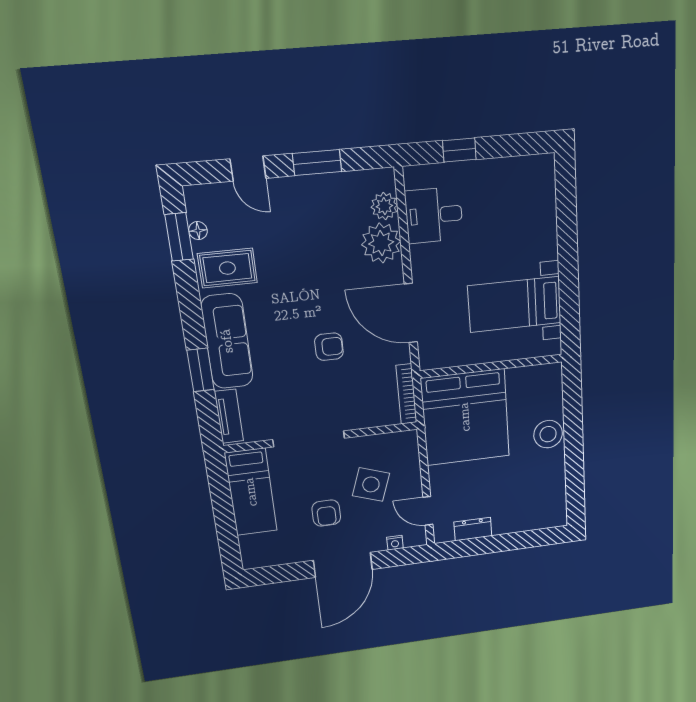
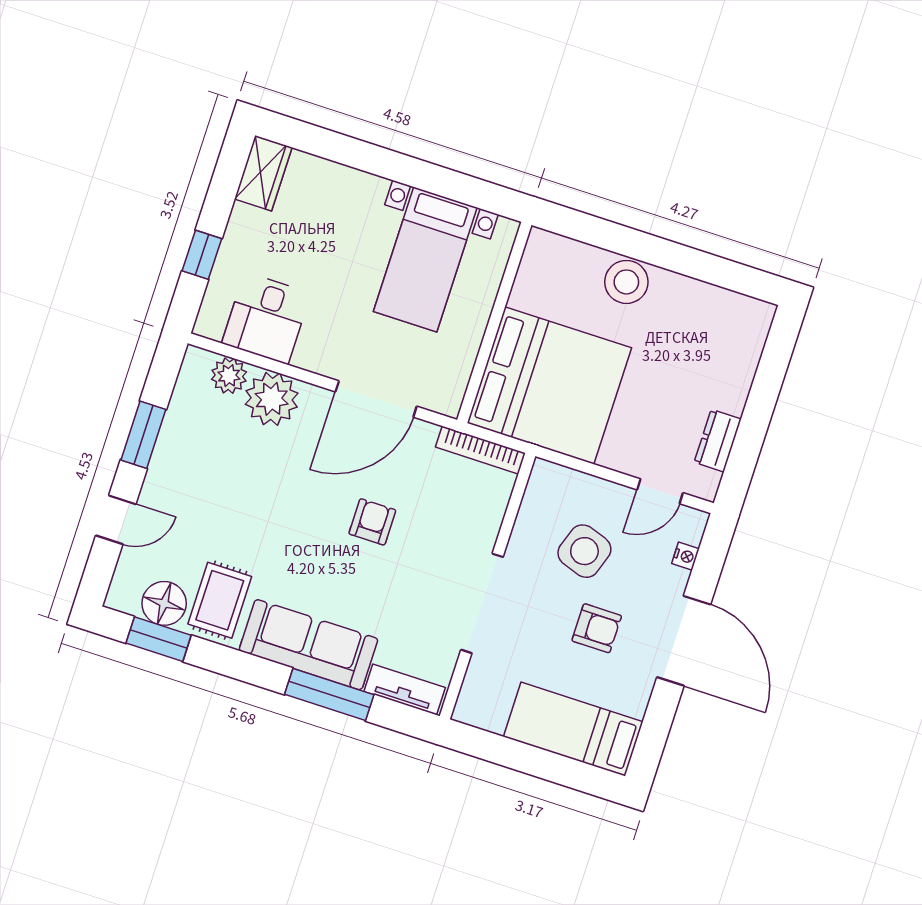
wardrobe: (531, 169) -> (263, 173), added
floor lamp: (198, 231) -> (164, 603), width x1.89, depth x1.89
window: (201, 370) -> (329, 695), width x1.44
bed: (251, 492) -> (573, 729), moved, turned 180

